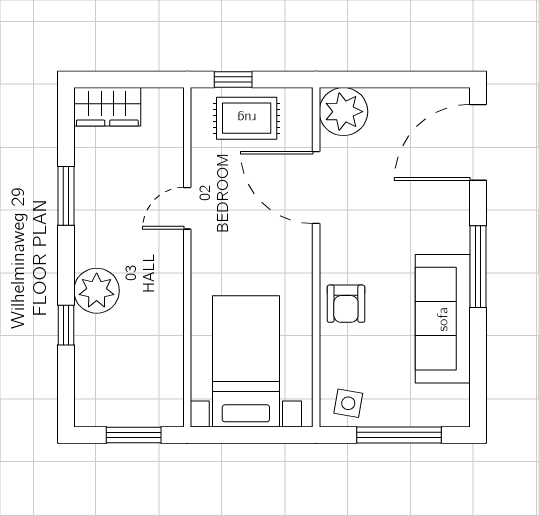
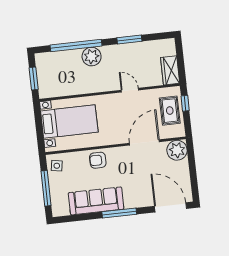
wardrobe: (107, 107) -> (170, 70), moved
window: (66, 325) -> (76, 46), width x3.17

